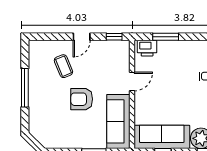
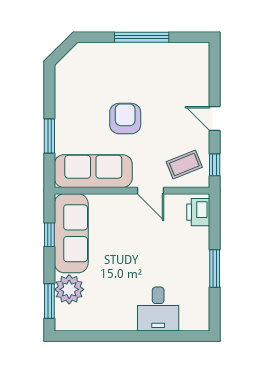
window: (166, 37) -> (215, 268), moved
coffee table: (63, 66) -> (184, 165), moved

